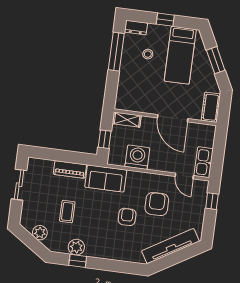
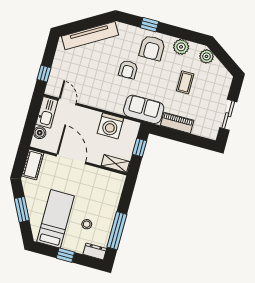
boiler: (208, 141) -> (40, 133), added
armchair: (157, 204) -> (152, 48), moved
plant: (40, 233) -> (206, 56), moved
window: (78, 261) -> (149, 25), moved

